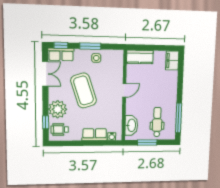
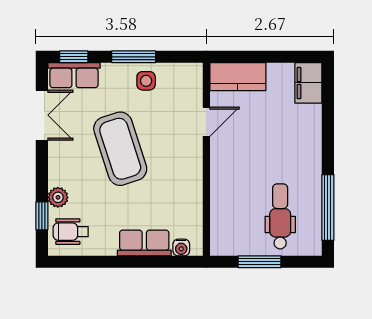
door: (124, 90) -> (206, 122), moved
plant: (58, 109) -> (58, 197), width x0.53, depth x0.53
washbasin: (131, 125) -> (223, 223), removed

